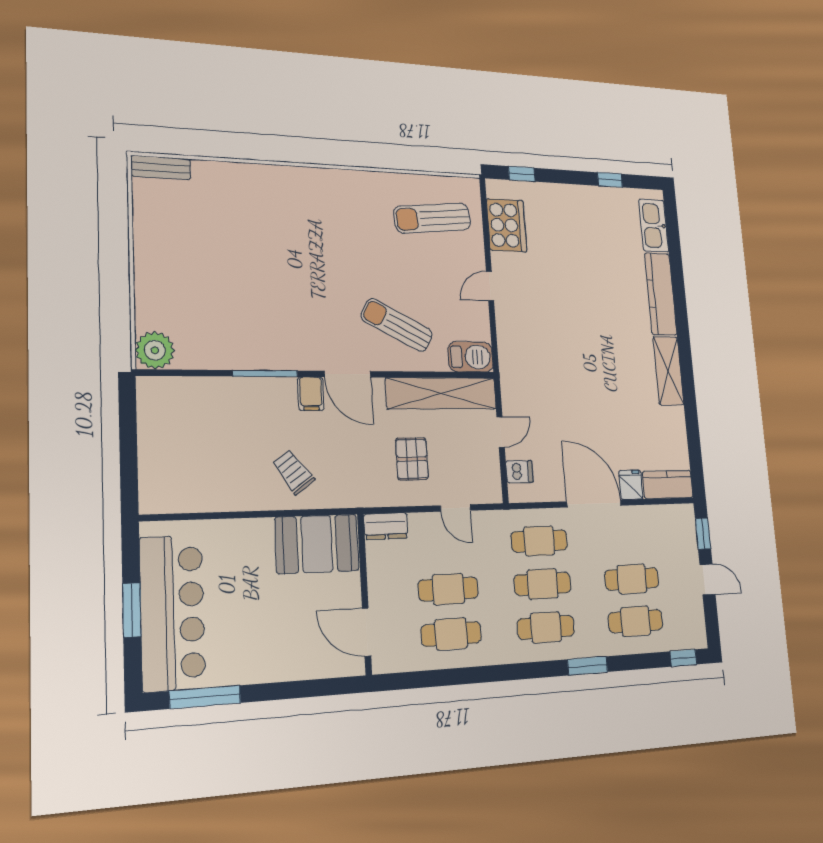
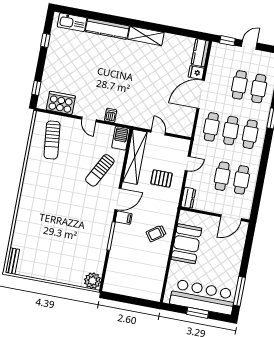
dishwasher: (519, 472) -> (111, 115), moved
booth: (317, 544) -> (186, 244), moved

